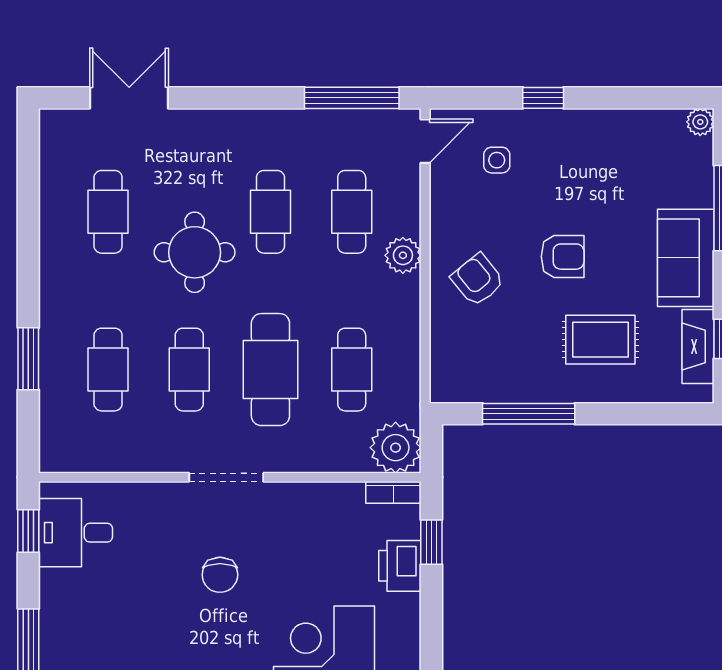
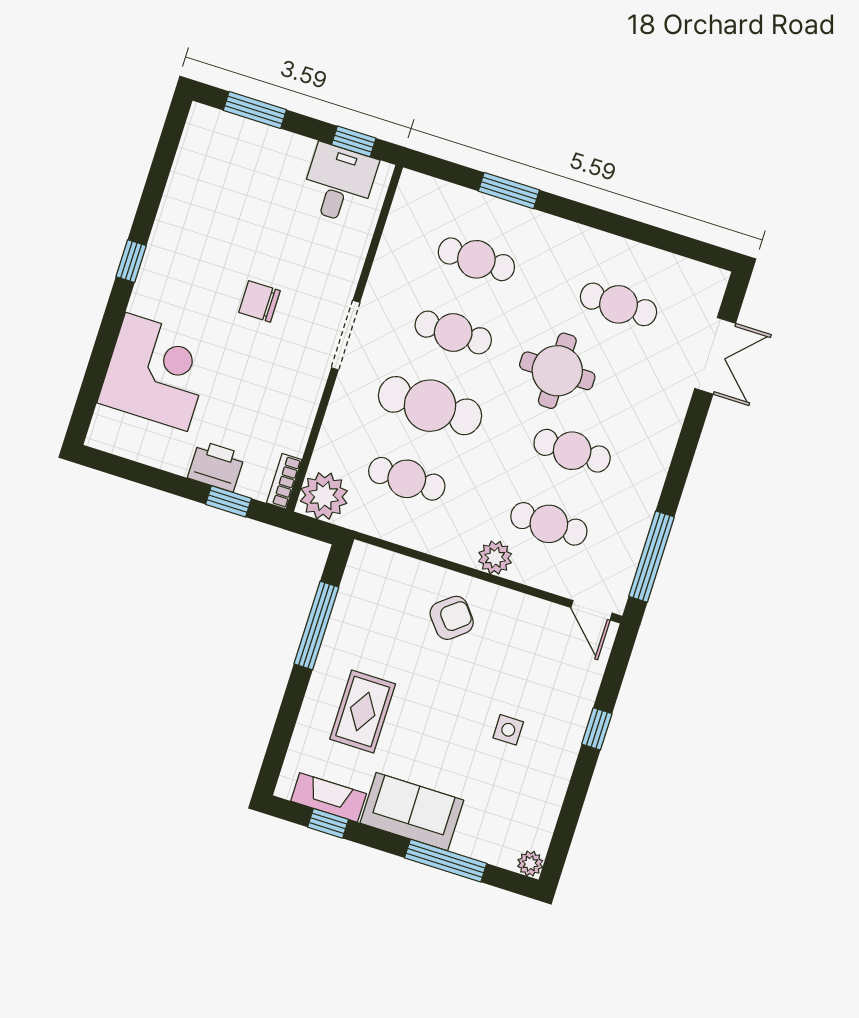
side table: (497, 160) -> (508, 730), moved
armchair: (563, 257) -> (448, 701), removed

